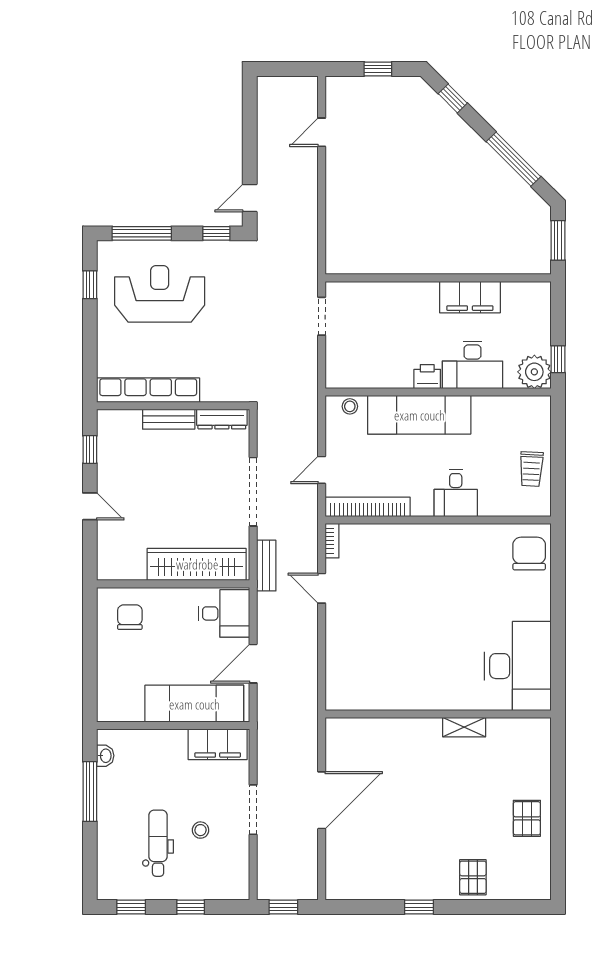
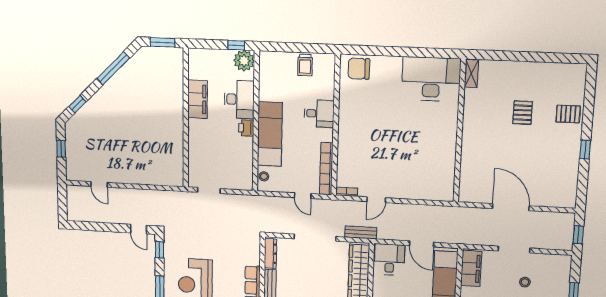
trolley: (531, 469) -> (305, 65), turned 87
shelving: (464, 727) -> (471, 74), moved
pallet: (527, 818) -> (523, 113), moved, turned 90

